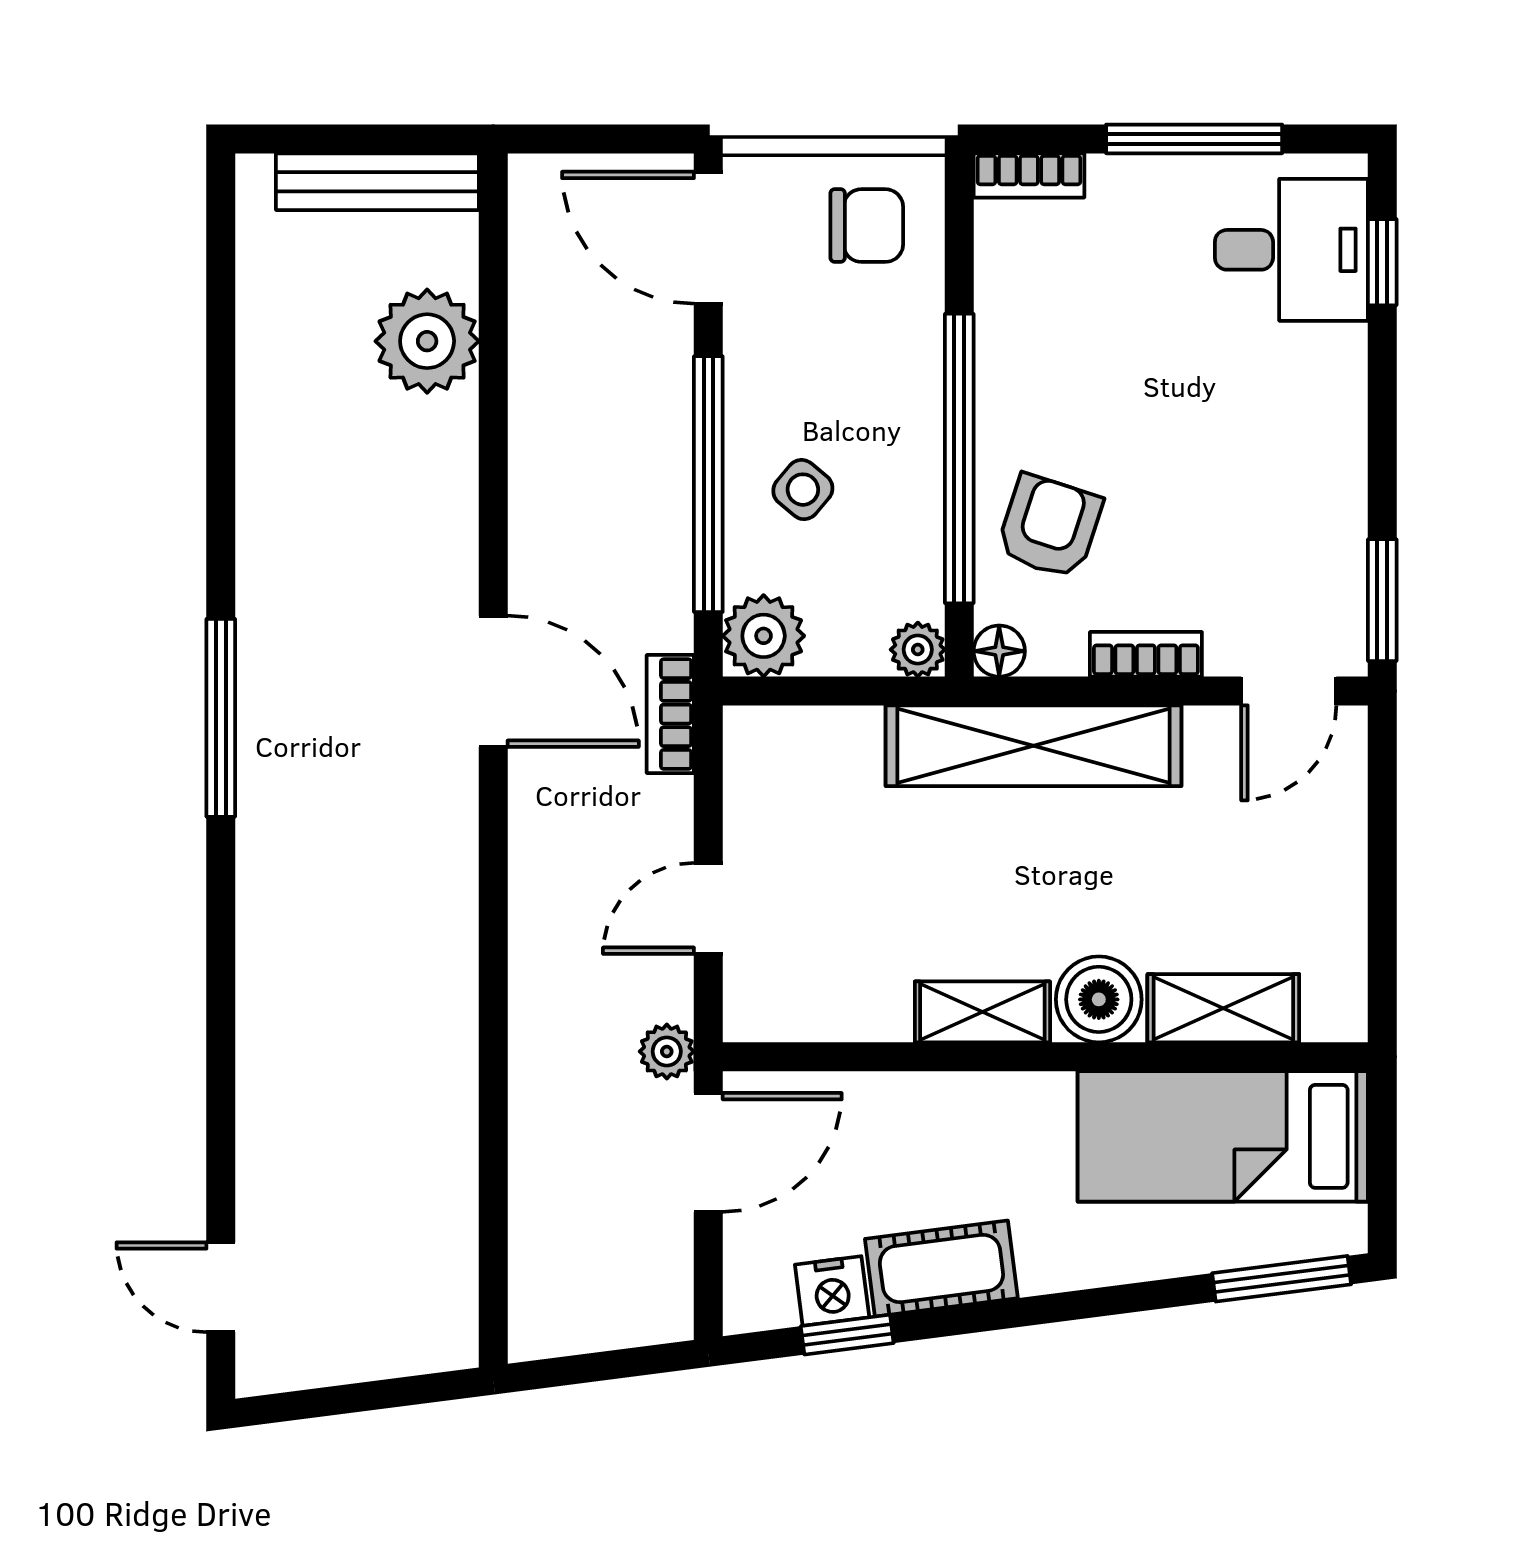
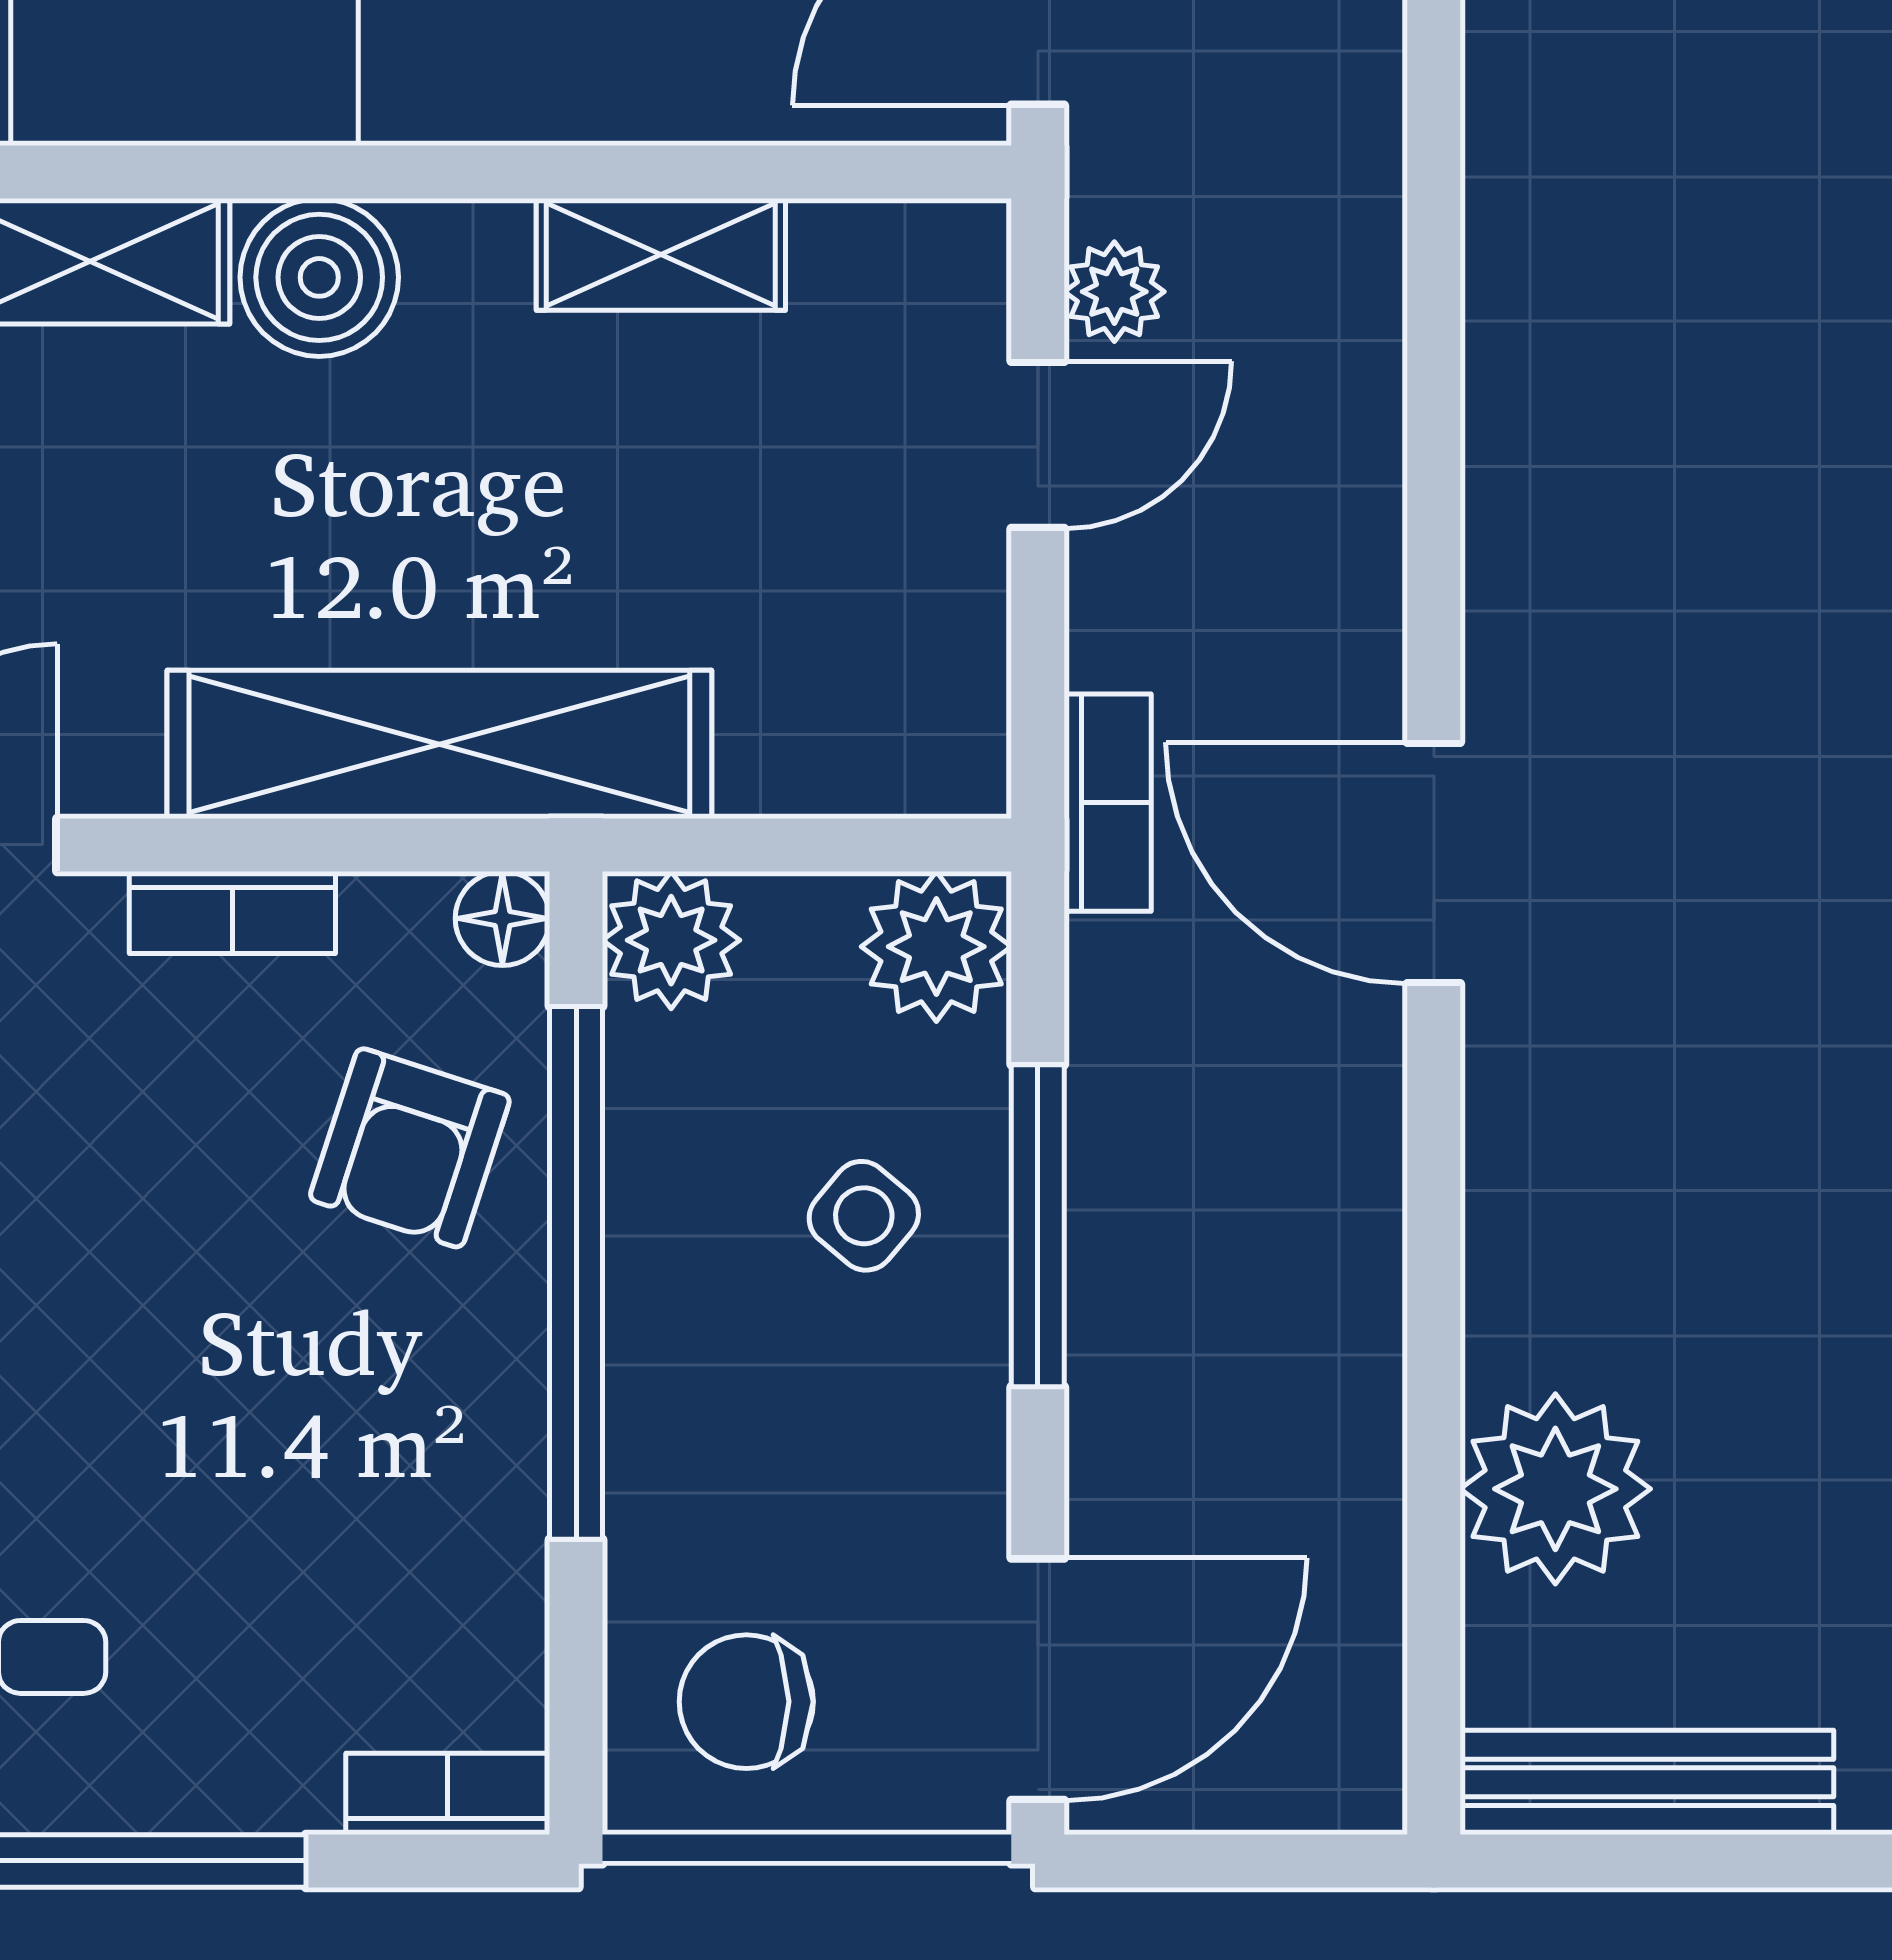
door: (708, 238) -> (1038, 1679), hinge flipped
window: (708, 484) -> (1038, 1226), width x0.68
plant: (918, 650) -> (671, 940), width x1.38, depth x1.38
shelving: (982, 1012) -> (661, 254), moved
plant: (667, 1051) -> (1114, 292), moved

